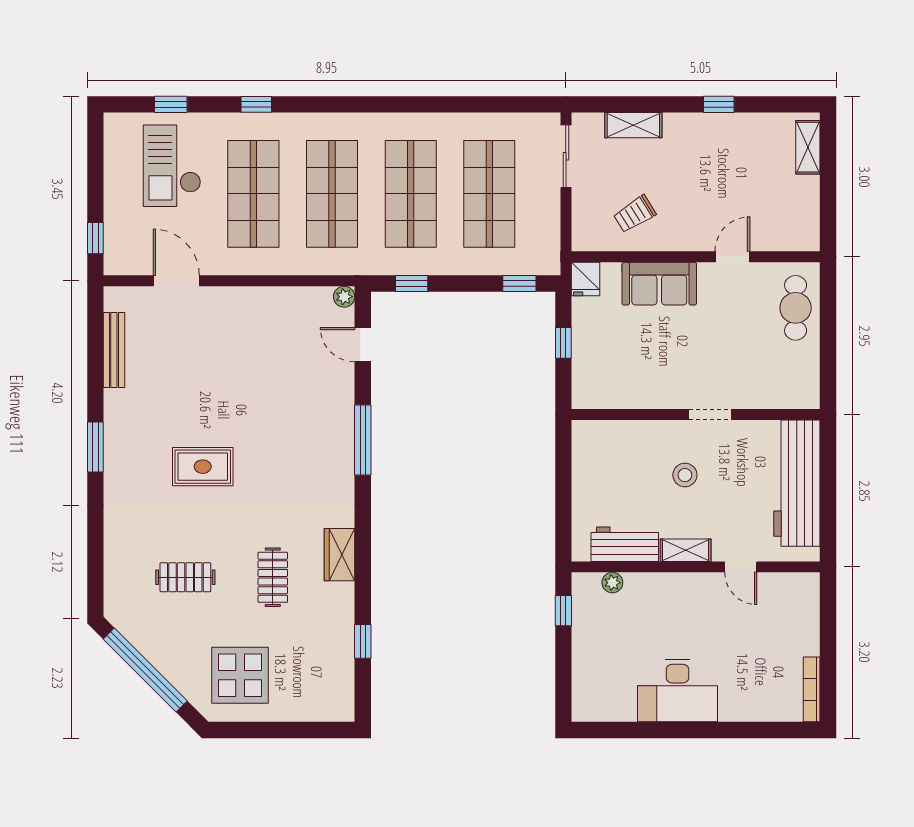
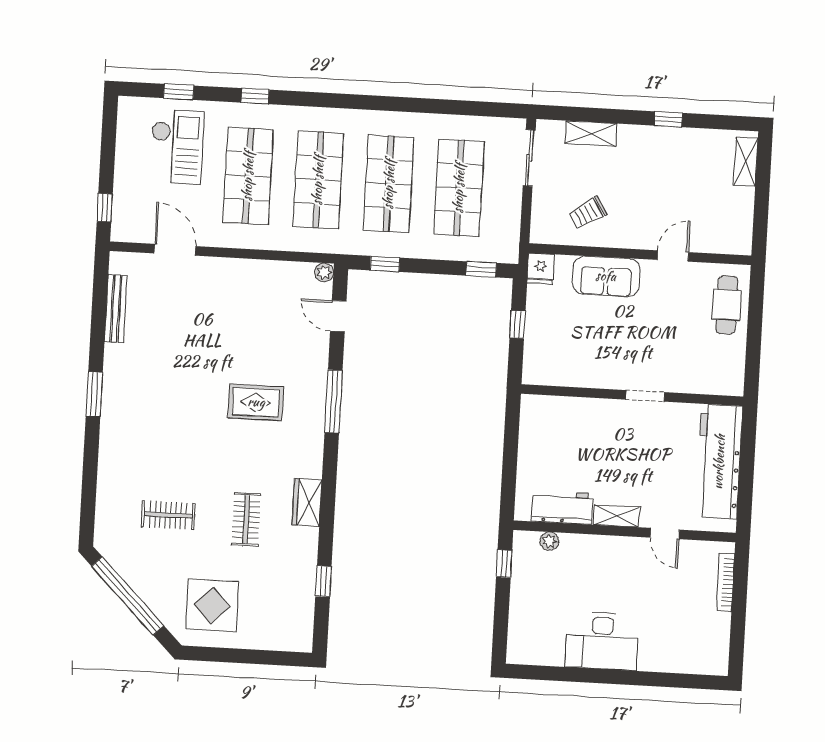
checkout: (172, 166) -> (177, 147), turned 180
rug: (203, 467) -> (256, 402), moved
stool: (685, 475) -> (620, 449), removed
bookcase: (812, 689) -> (726, 582), moved

